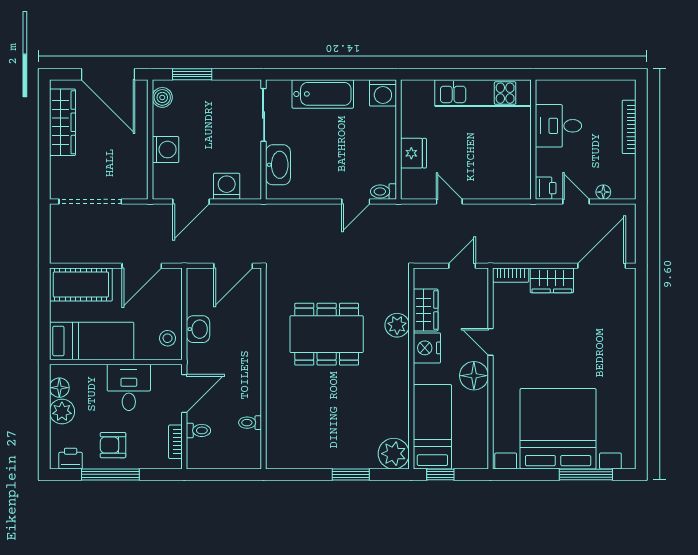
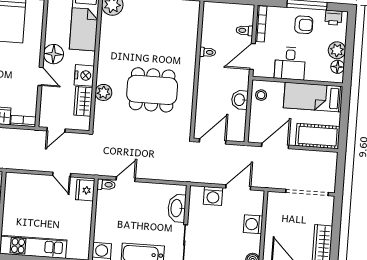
fridge: (413, 153) -> (85, 190), moved
toilet: (250, 423) -> (208, 52), moved
bookcase: (175, 442) -> (261, 24), width x1.56

